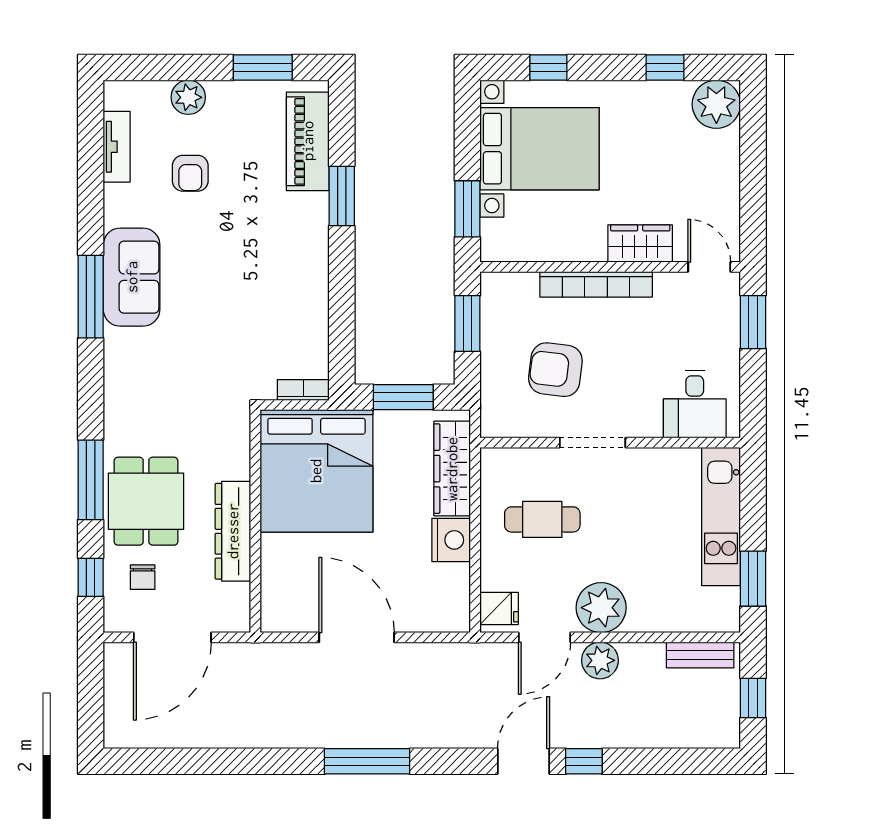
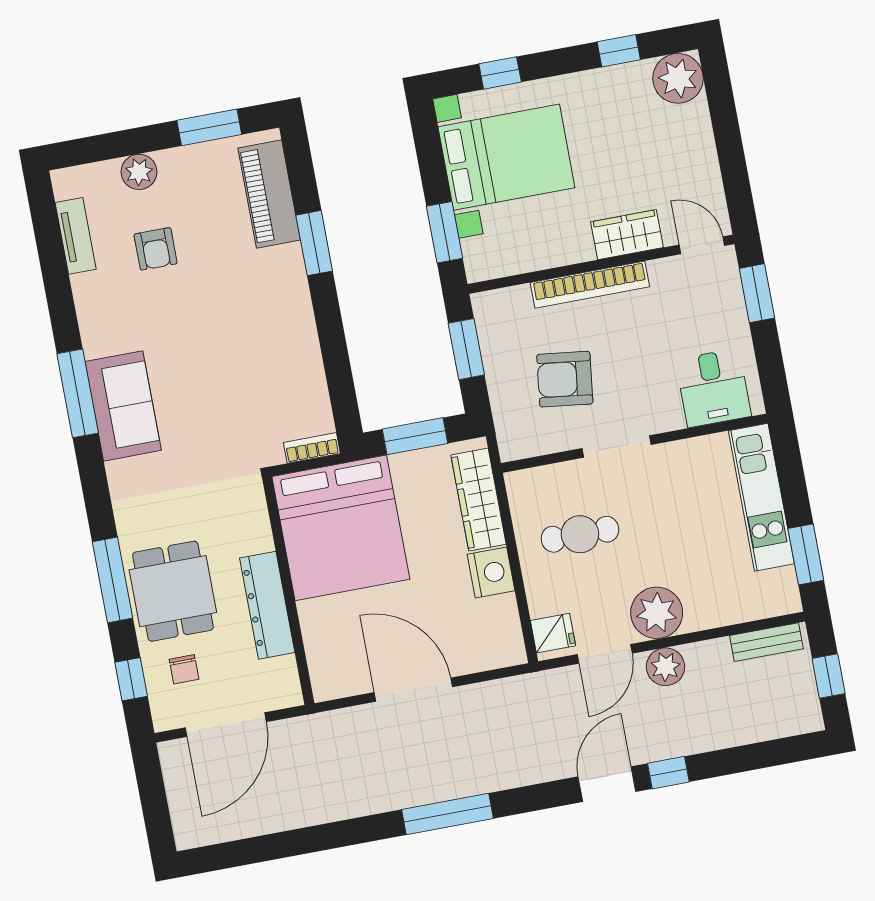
sofa: (132, 277) -> (123, 406), moved

